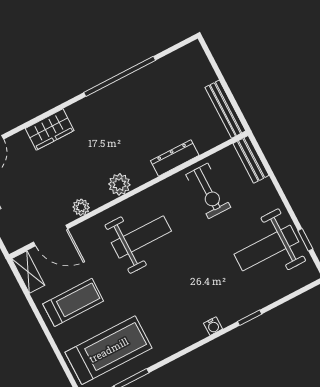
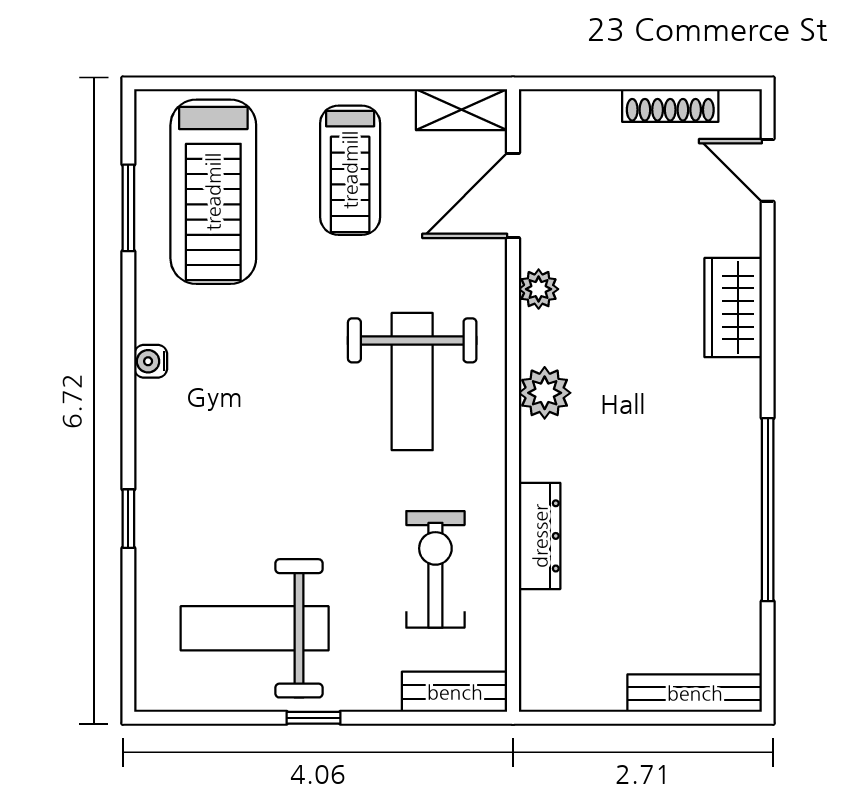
bench: (225, 109) -> (695, 693), moved
exercise bike: (208, 191) -> (435, 569), turned 90
window: (305, 240) -> (314, 718), moved
weight bench: (266, 248) -> (255, 628), turned -90
water cooler: (213, 326) -> (151, 361), moved

